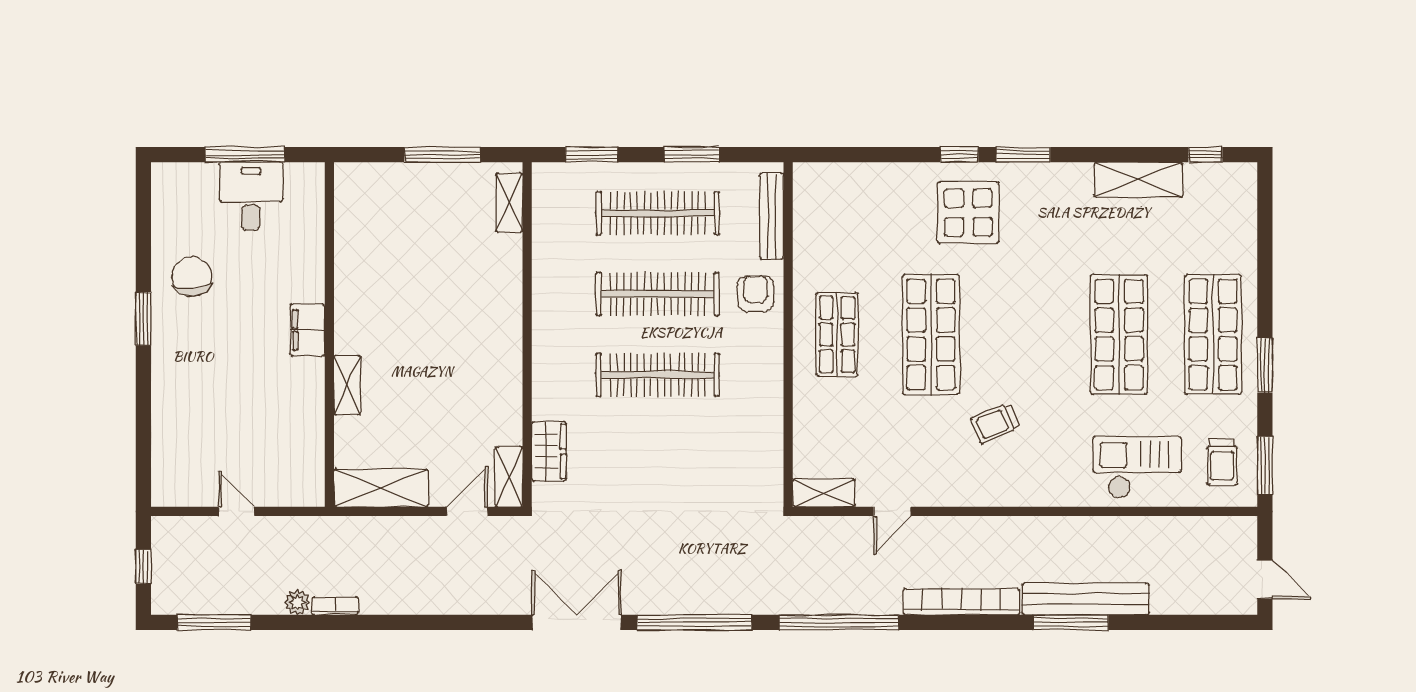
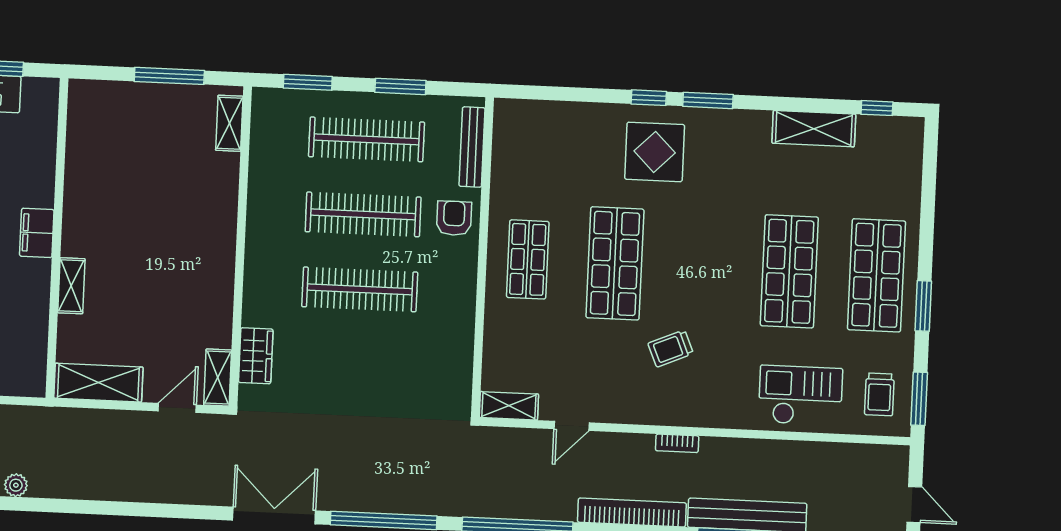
bookcase: (335, 606) -> (677, 443), moved, turned 180

